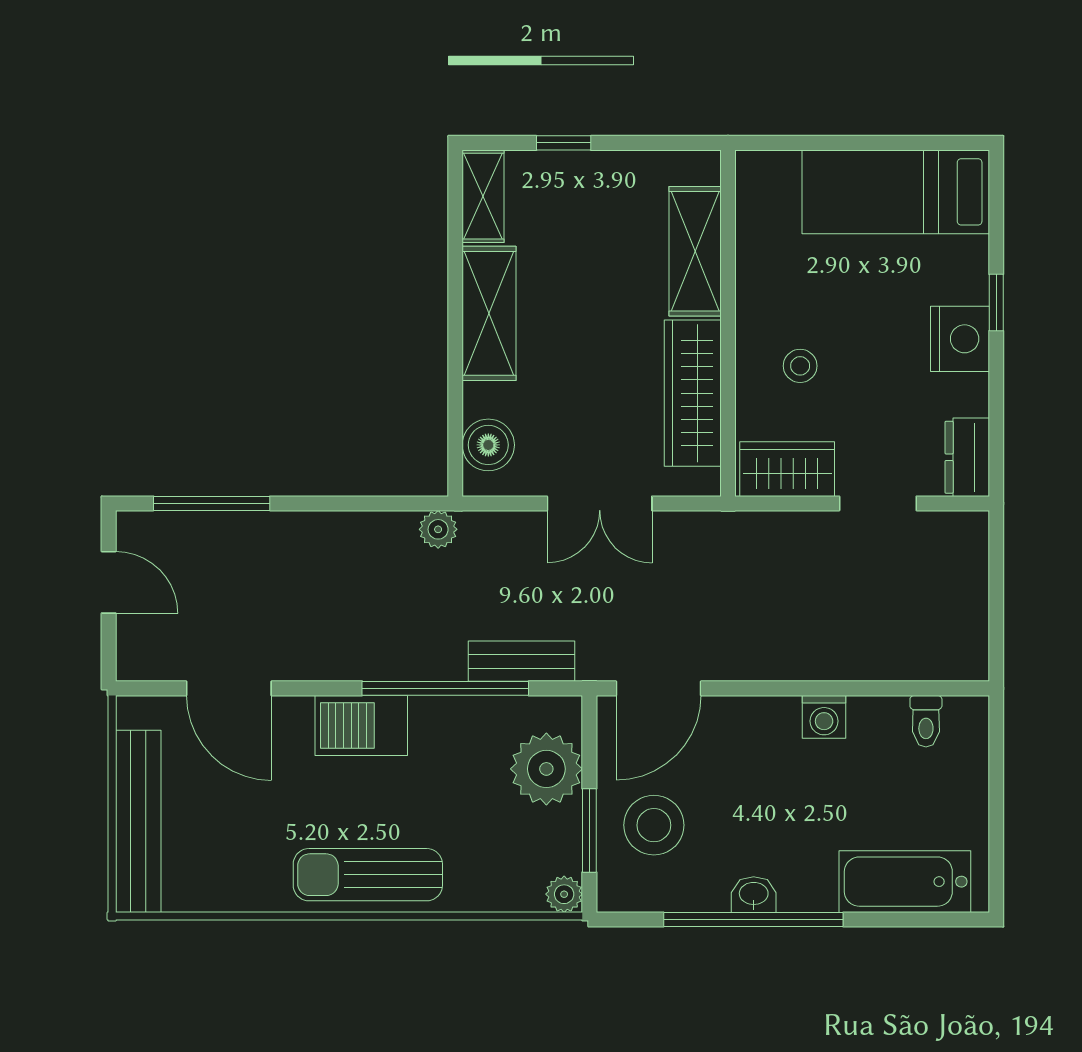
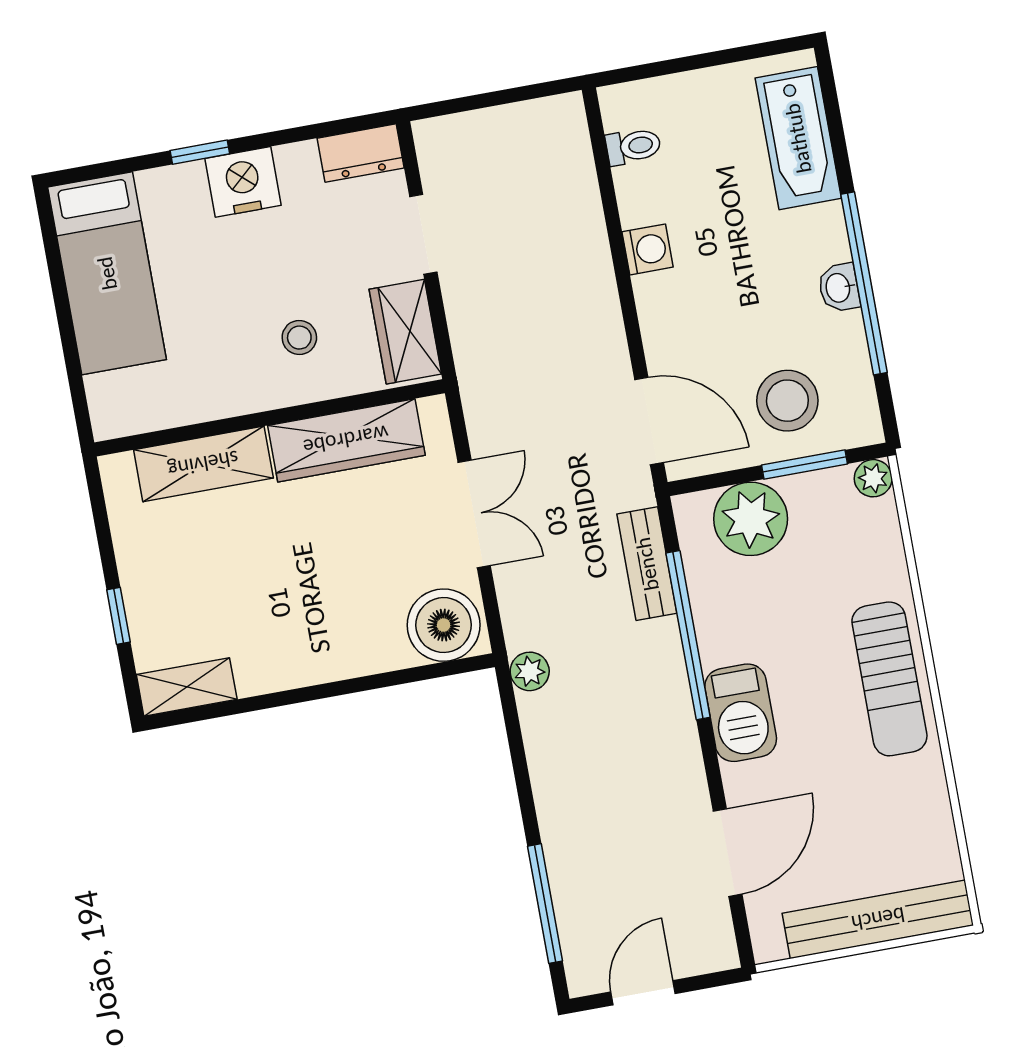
shelving: (489, 313) -> (303, 660), removed
boiler: (488, 445) -> (444, 625), width x1.37, depth x1.37

